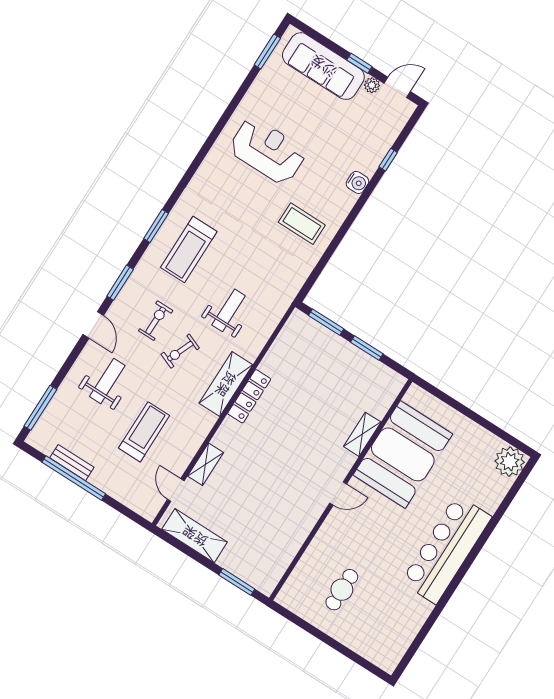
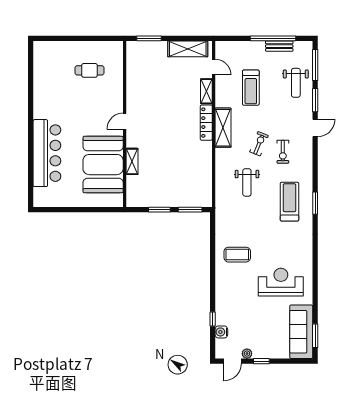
sofa: (323, 66) -> (301, 332), moved, turned -90
reception desk: (268, 151) -> (281, 282), turned 180
water cooler: (357, 182) -> (221, 332), moved
window: (120, 283) -> (315, 100), moved
door: (93, 325) -> (315, 128), swing flipped
weight bench: (107, 381) -> (296, 83), moved
shelving: (226, 384) -> (223, 128), moved
locker: (249, 396) -> (206, 123), moved
plant: (510, 462) -> (43, 197), removed
bar counter: (446, 549) -> (47, 153), moved
cafe table: (342, 590) -> (89, 70), turned 90

